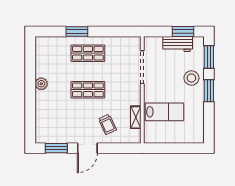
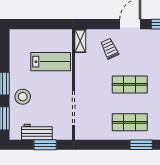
window: (183, 31) -> (45, 145), moved
lab bench: (164, 112) -> (51, 62), turned 180
shelving: (136, 117) -> (80, 41), moved

